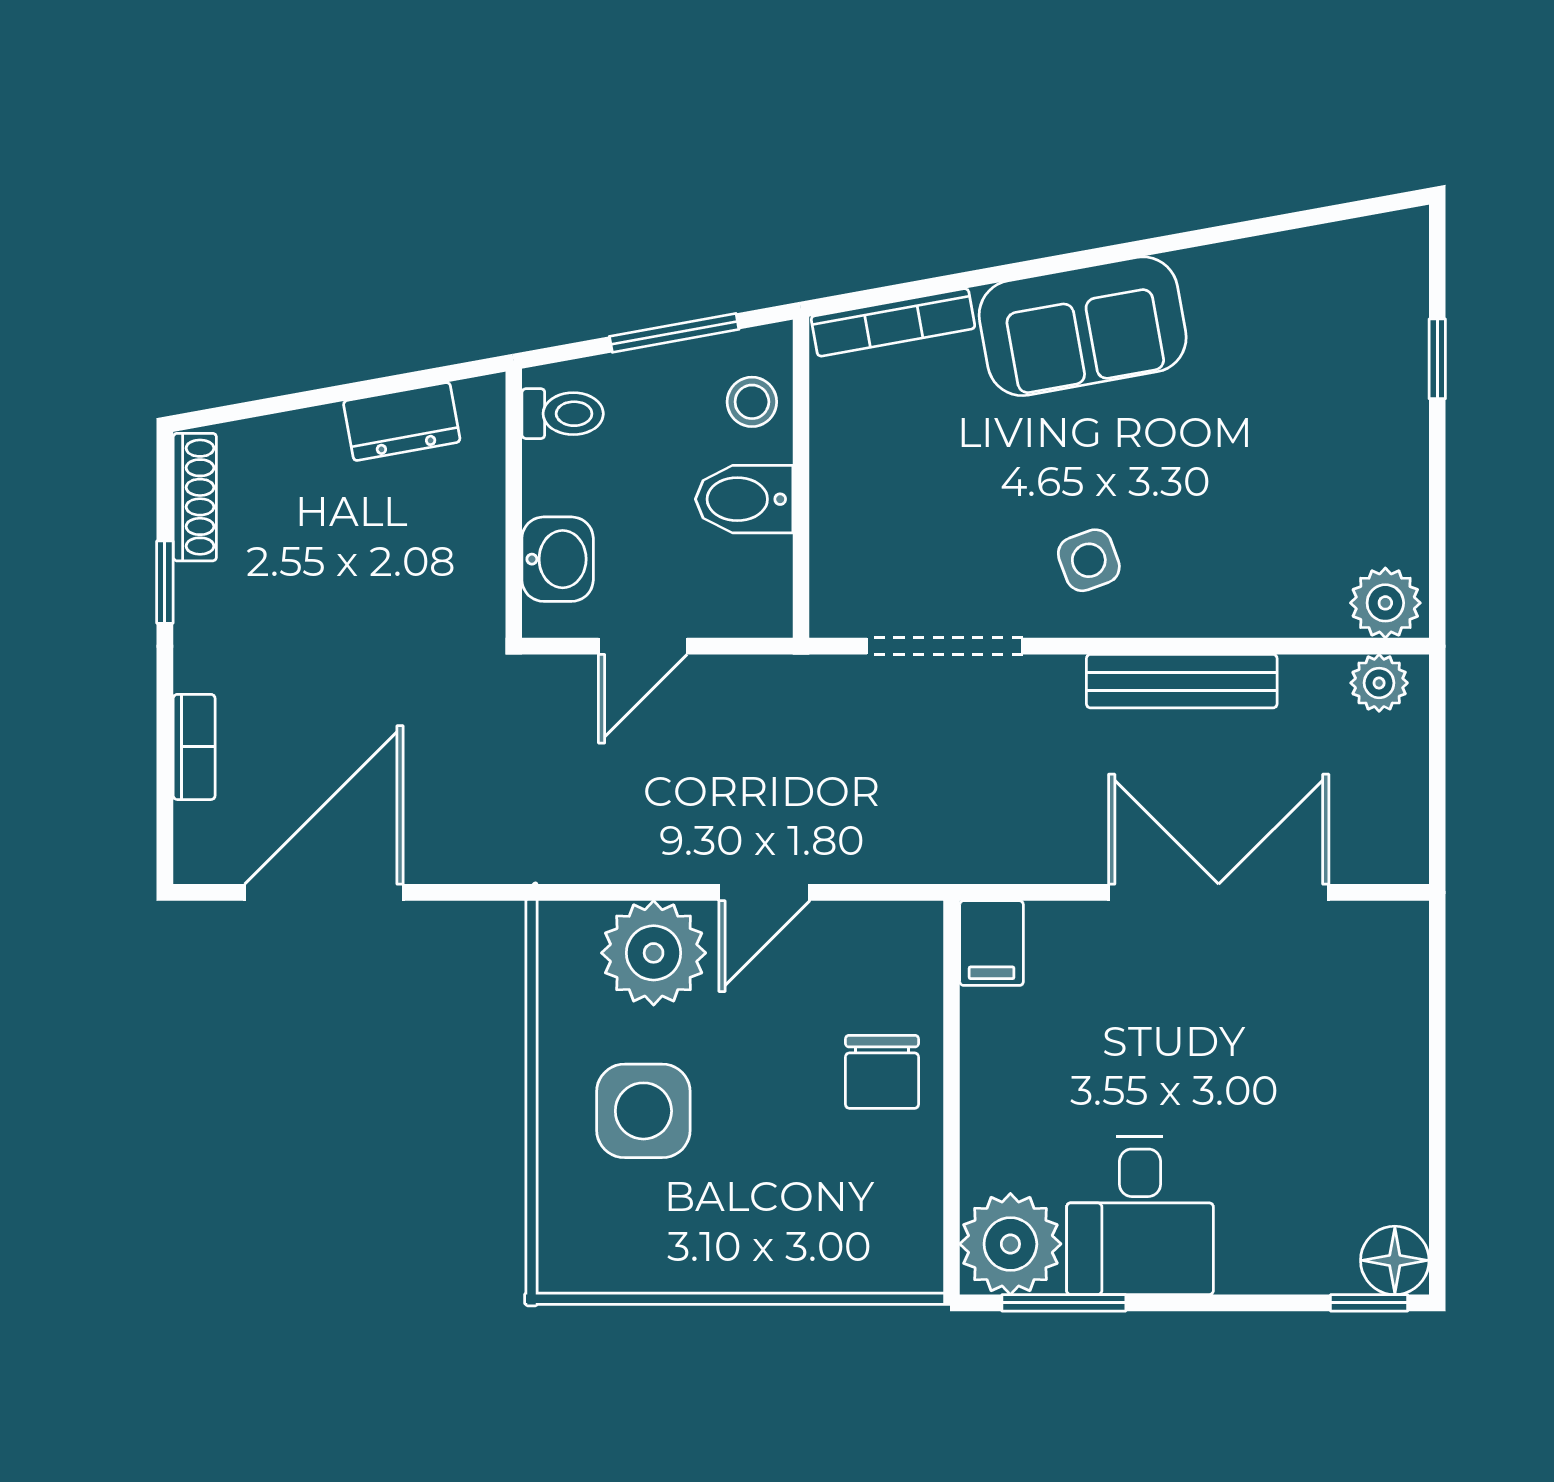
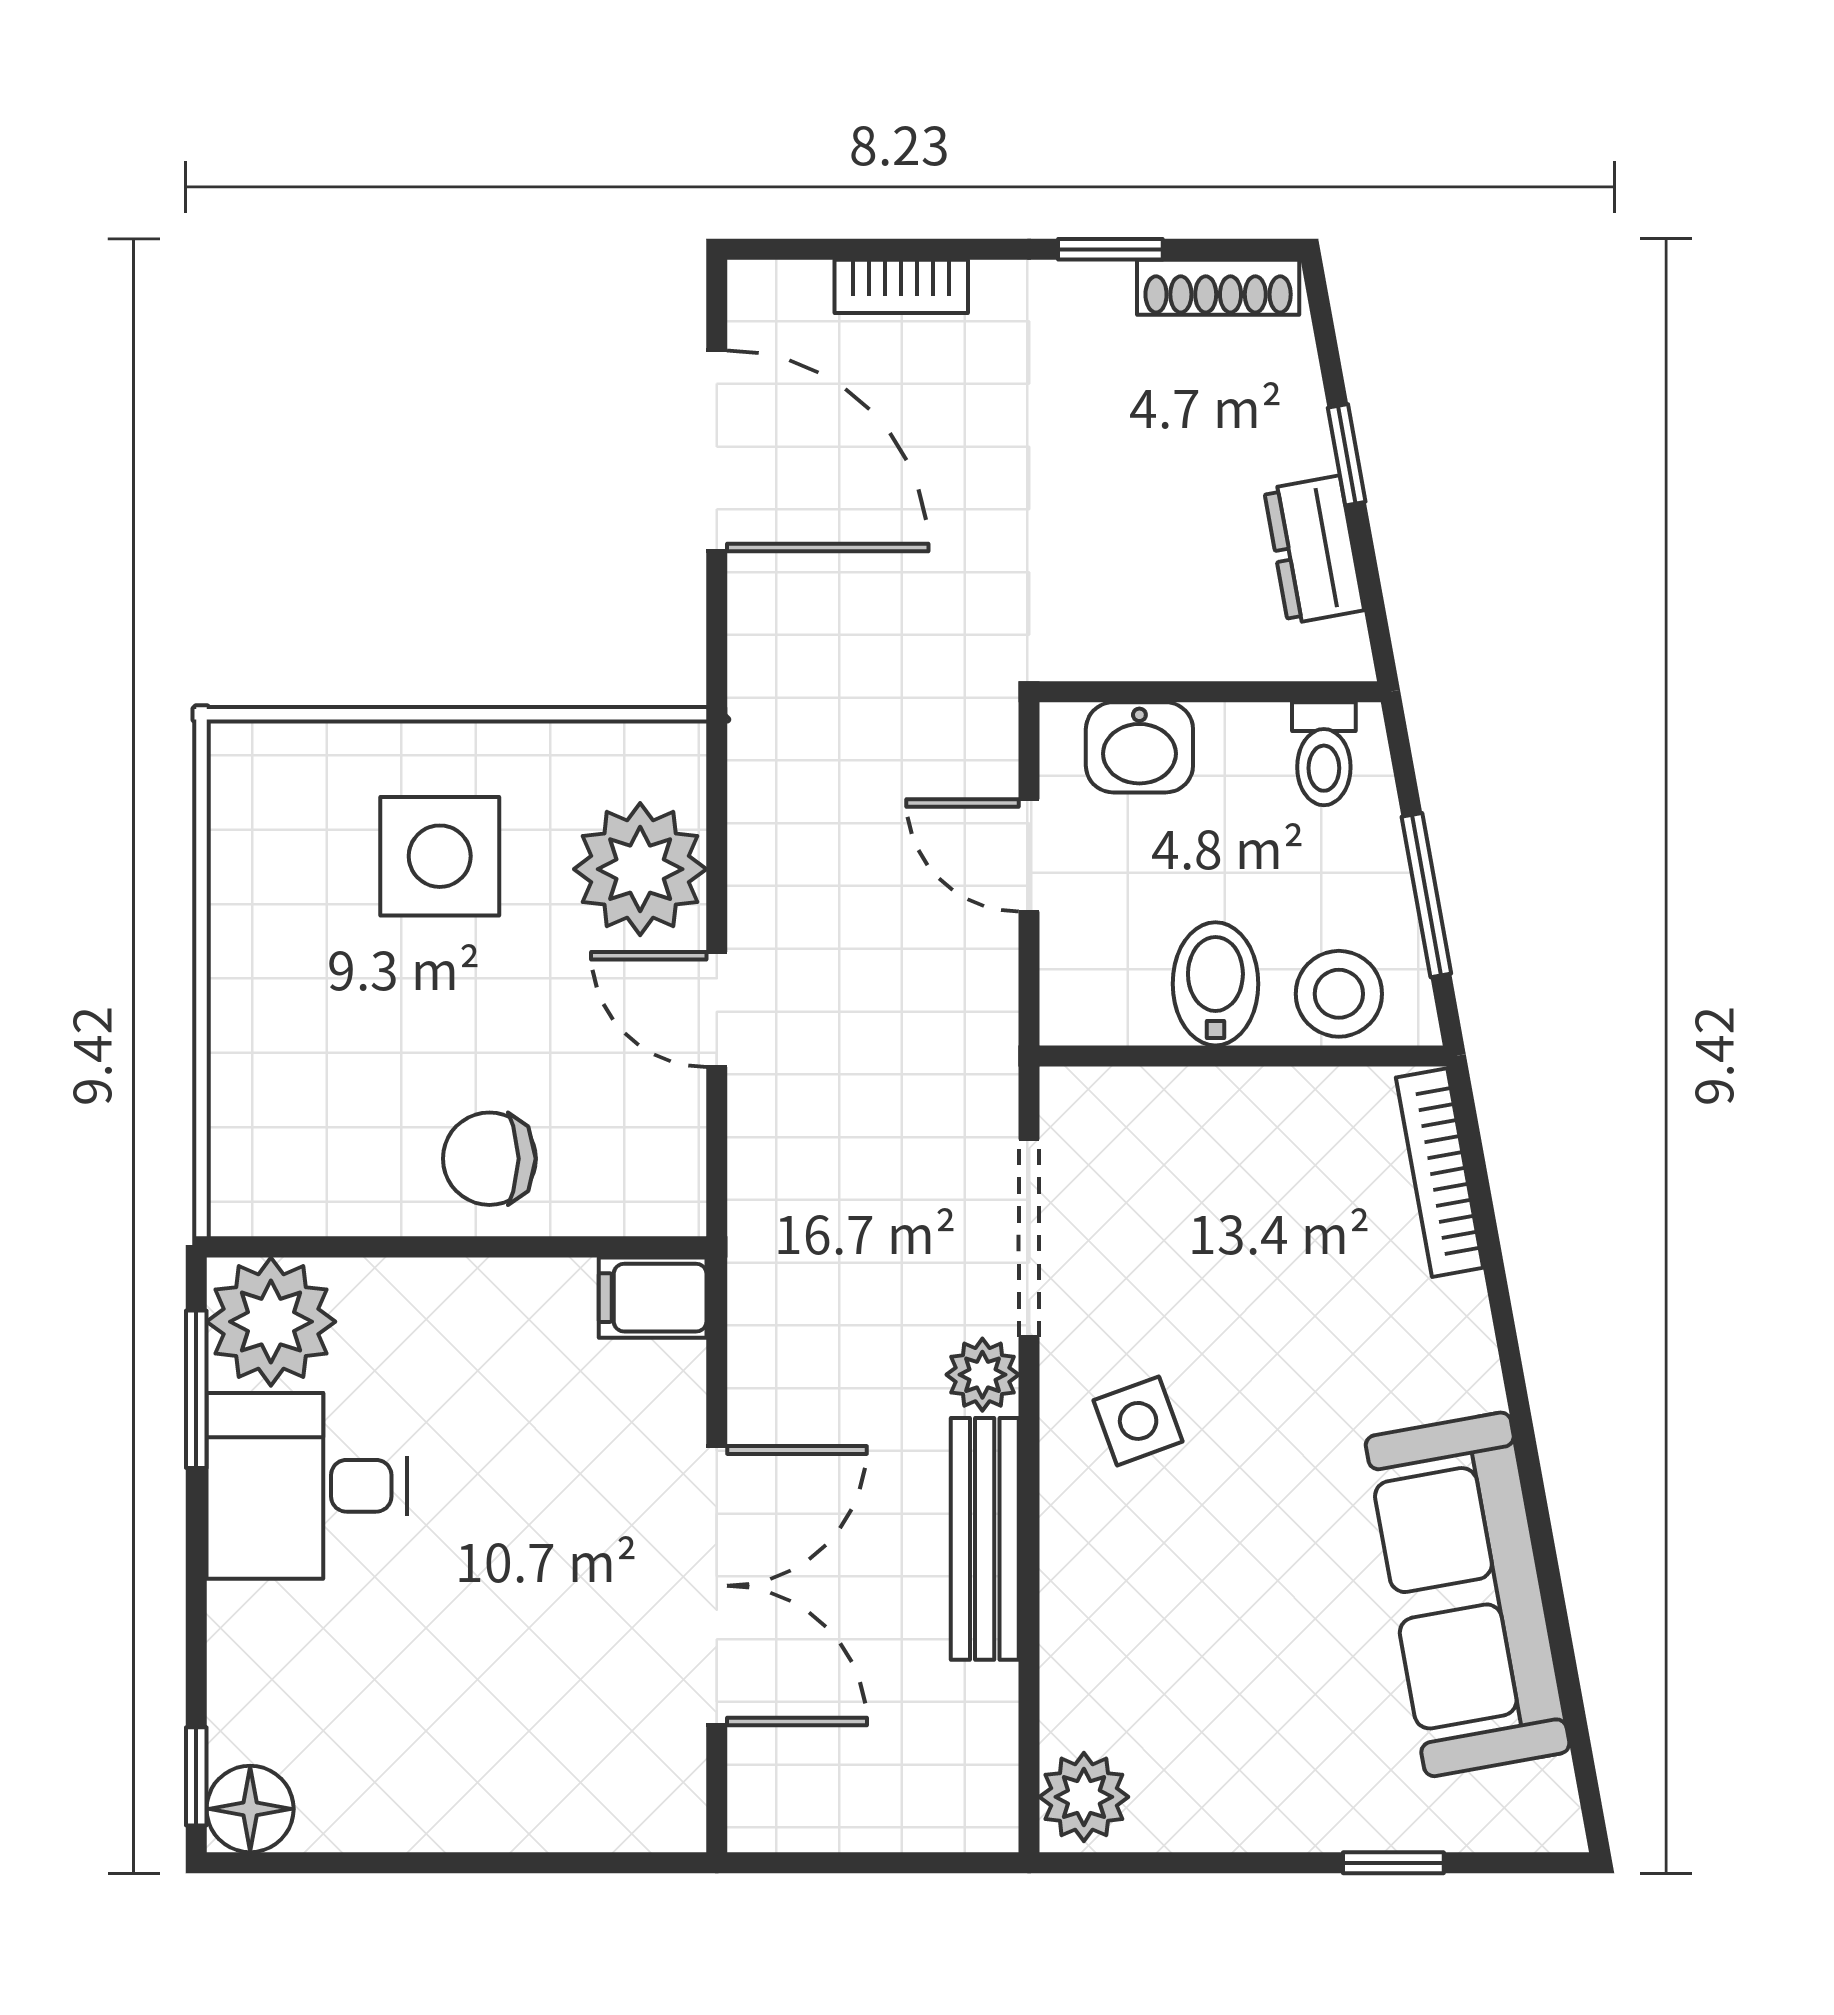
sofa: (1083, 326) -> (1468, 1594), moved, width x1.36
window: (327, 396) -> (1347, 455), added
stool: (752, 402) -> (1339, 994), width x1.37, depth x1.37
plant: (1379, 683) -> (982, 1375), moved

